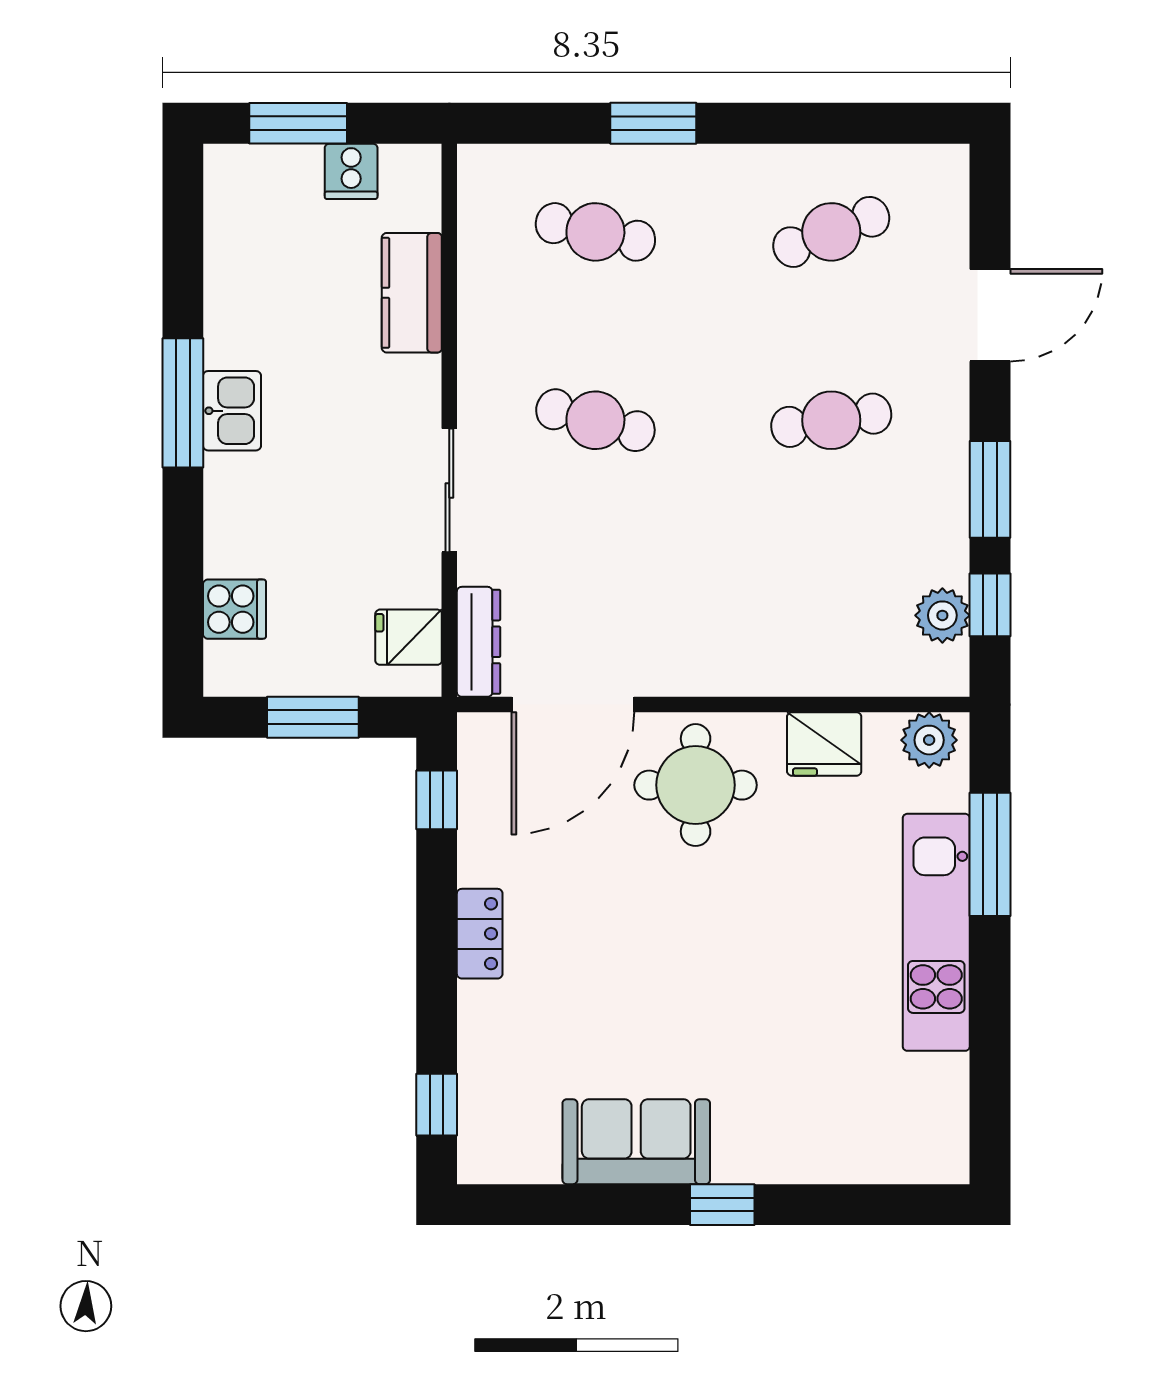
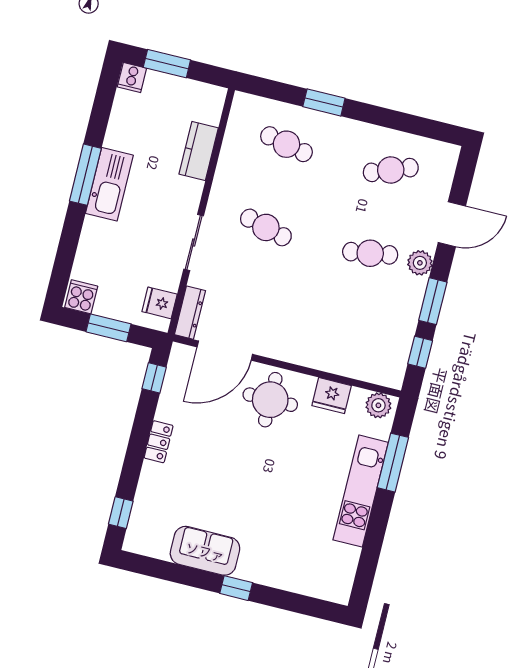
cooker: (351, 171) -> (132, 78), moved
kitchen sink: (232, 411) -> (109, 184), width x1.88, depth x1.24
cooker: (235, 609) -> (81, 297), moved, turned -90
plant: (942, 615) -> (420, 263), moved

